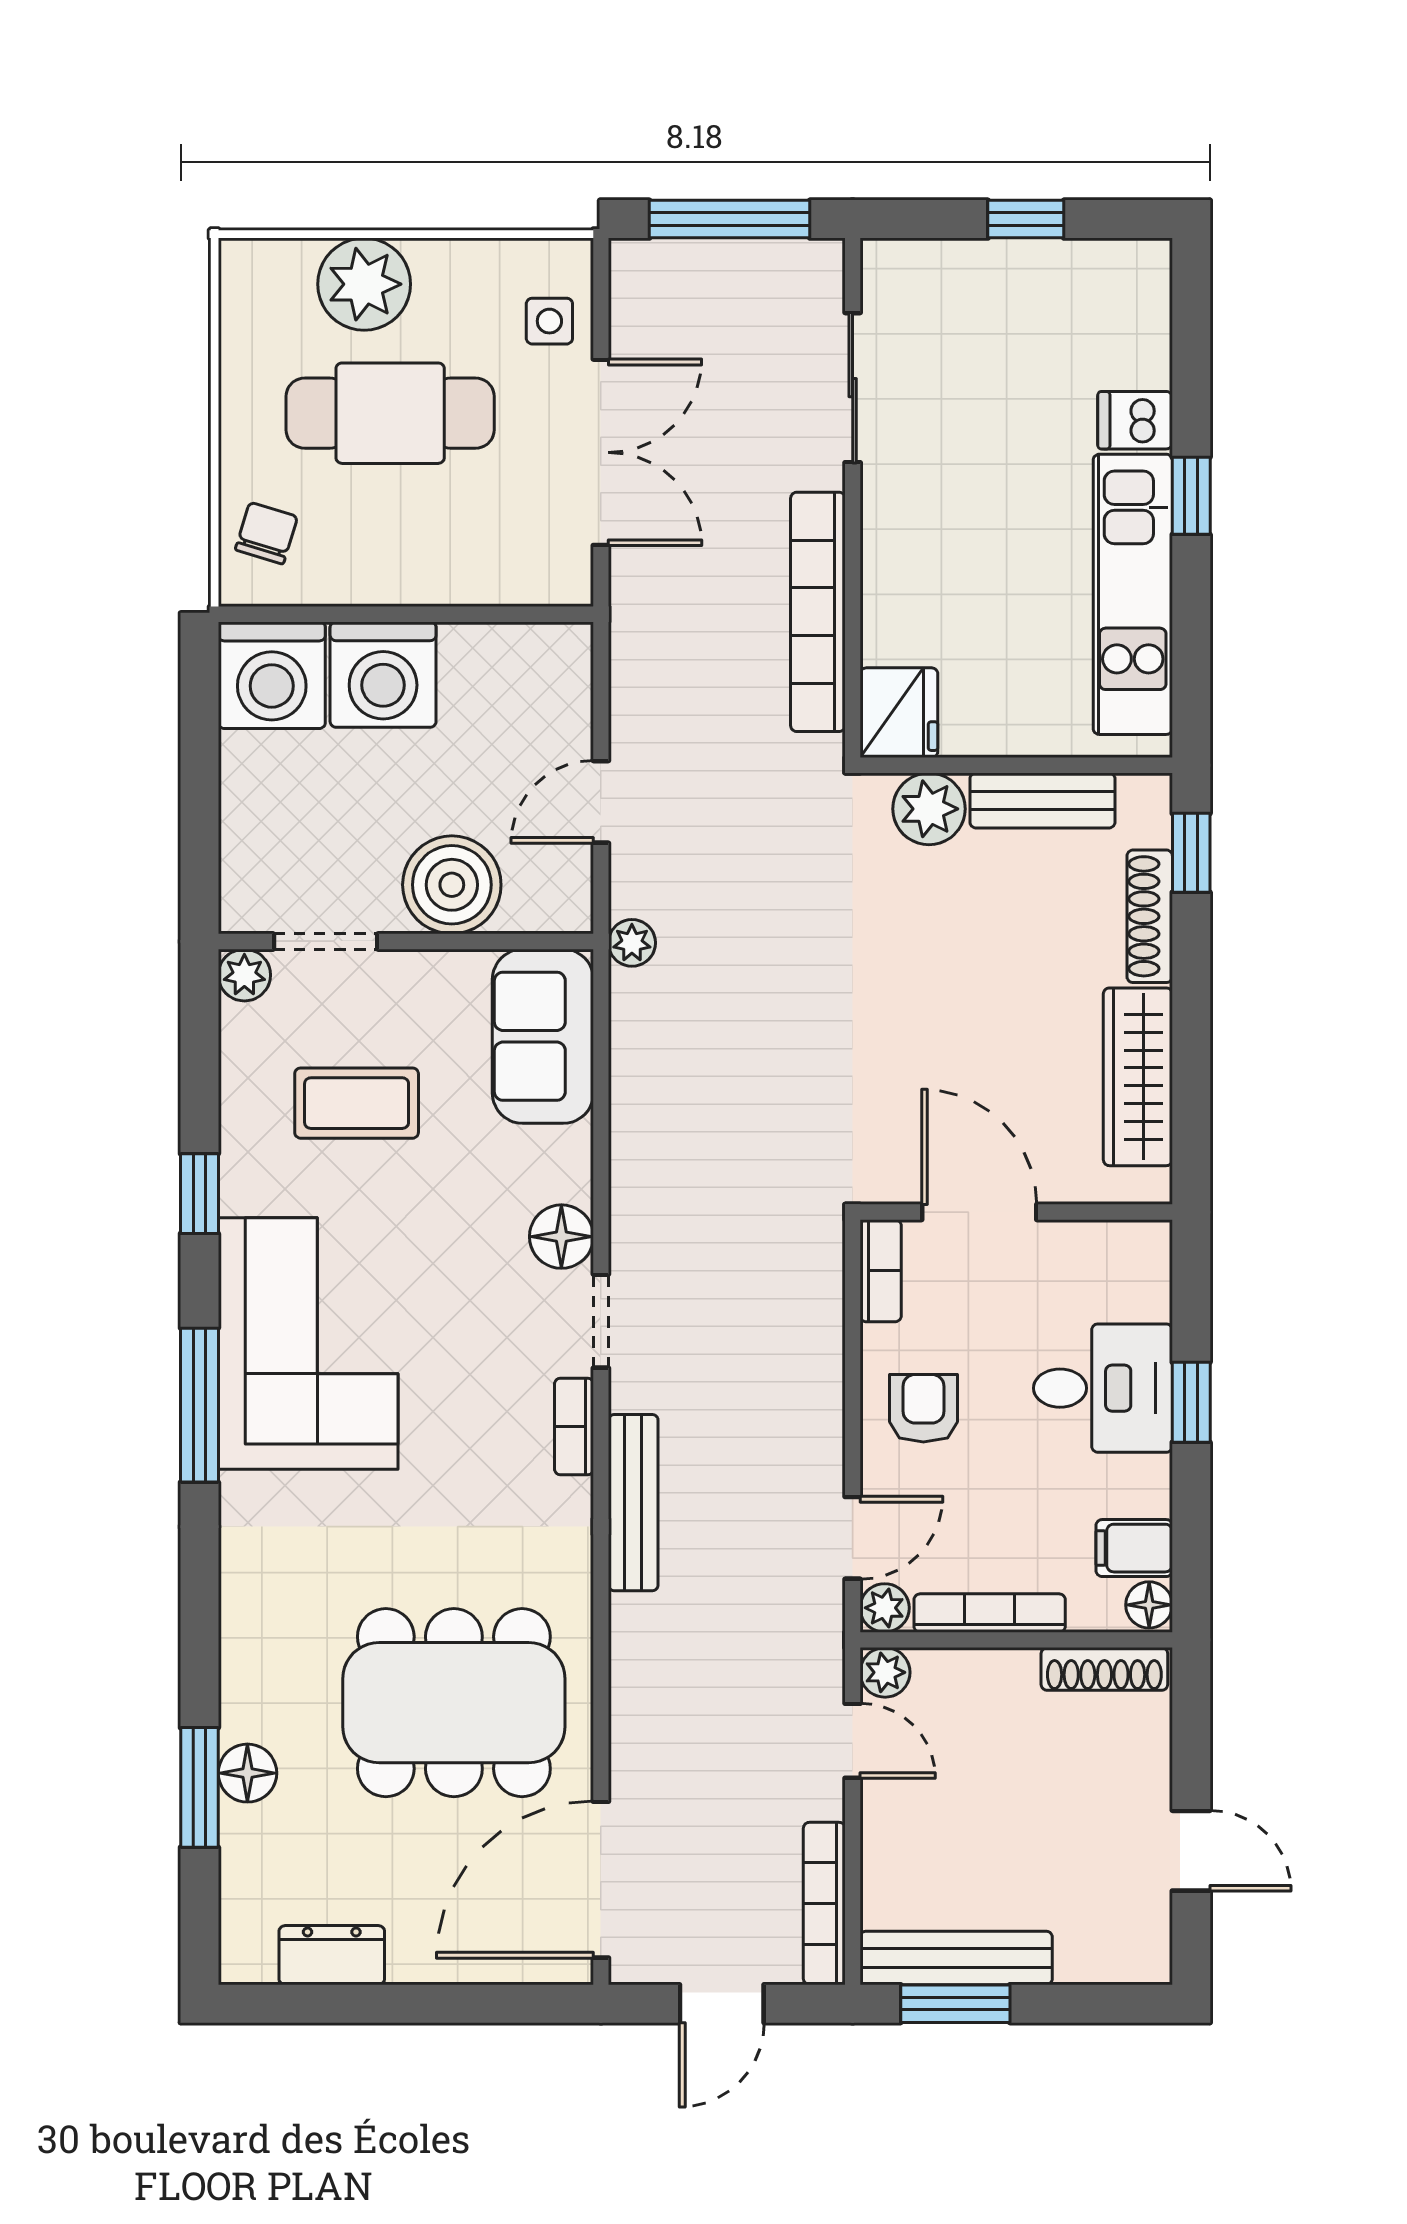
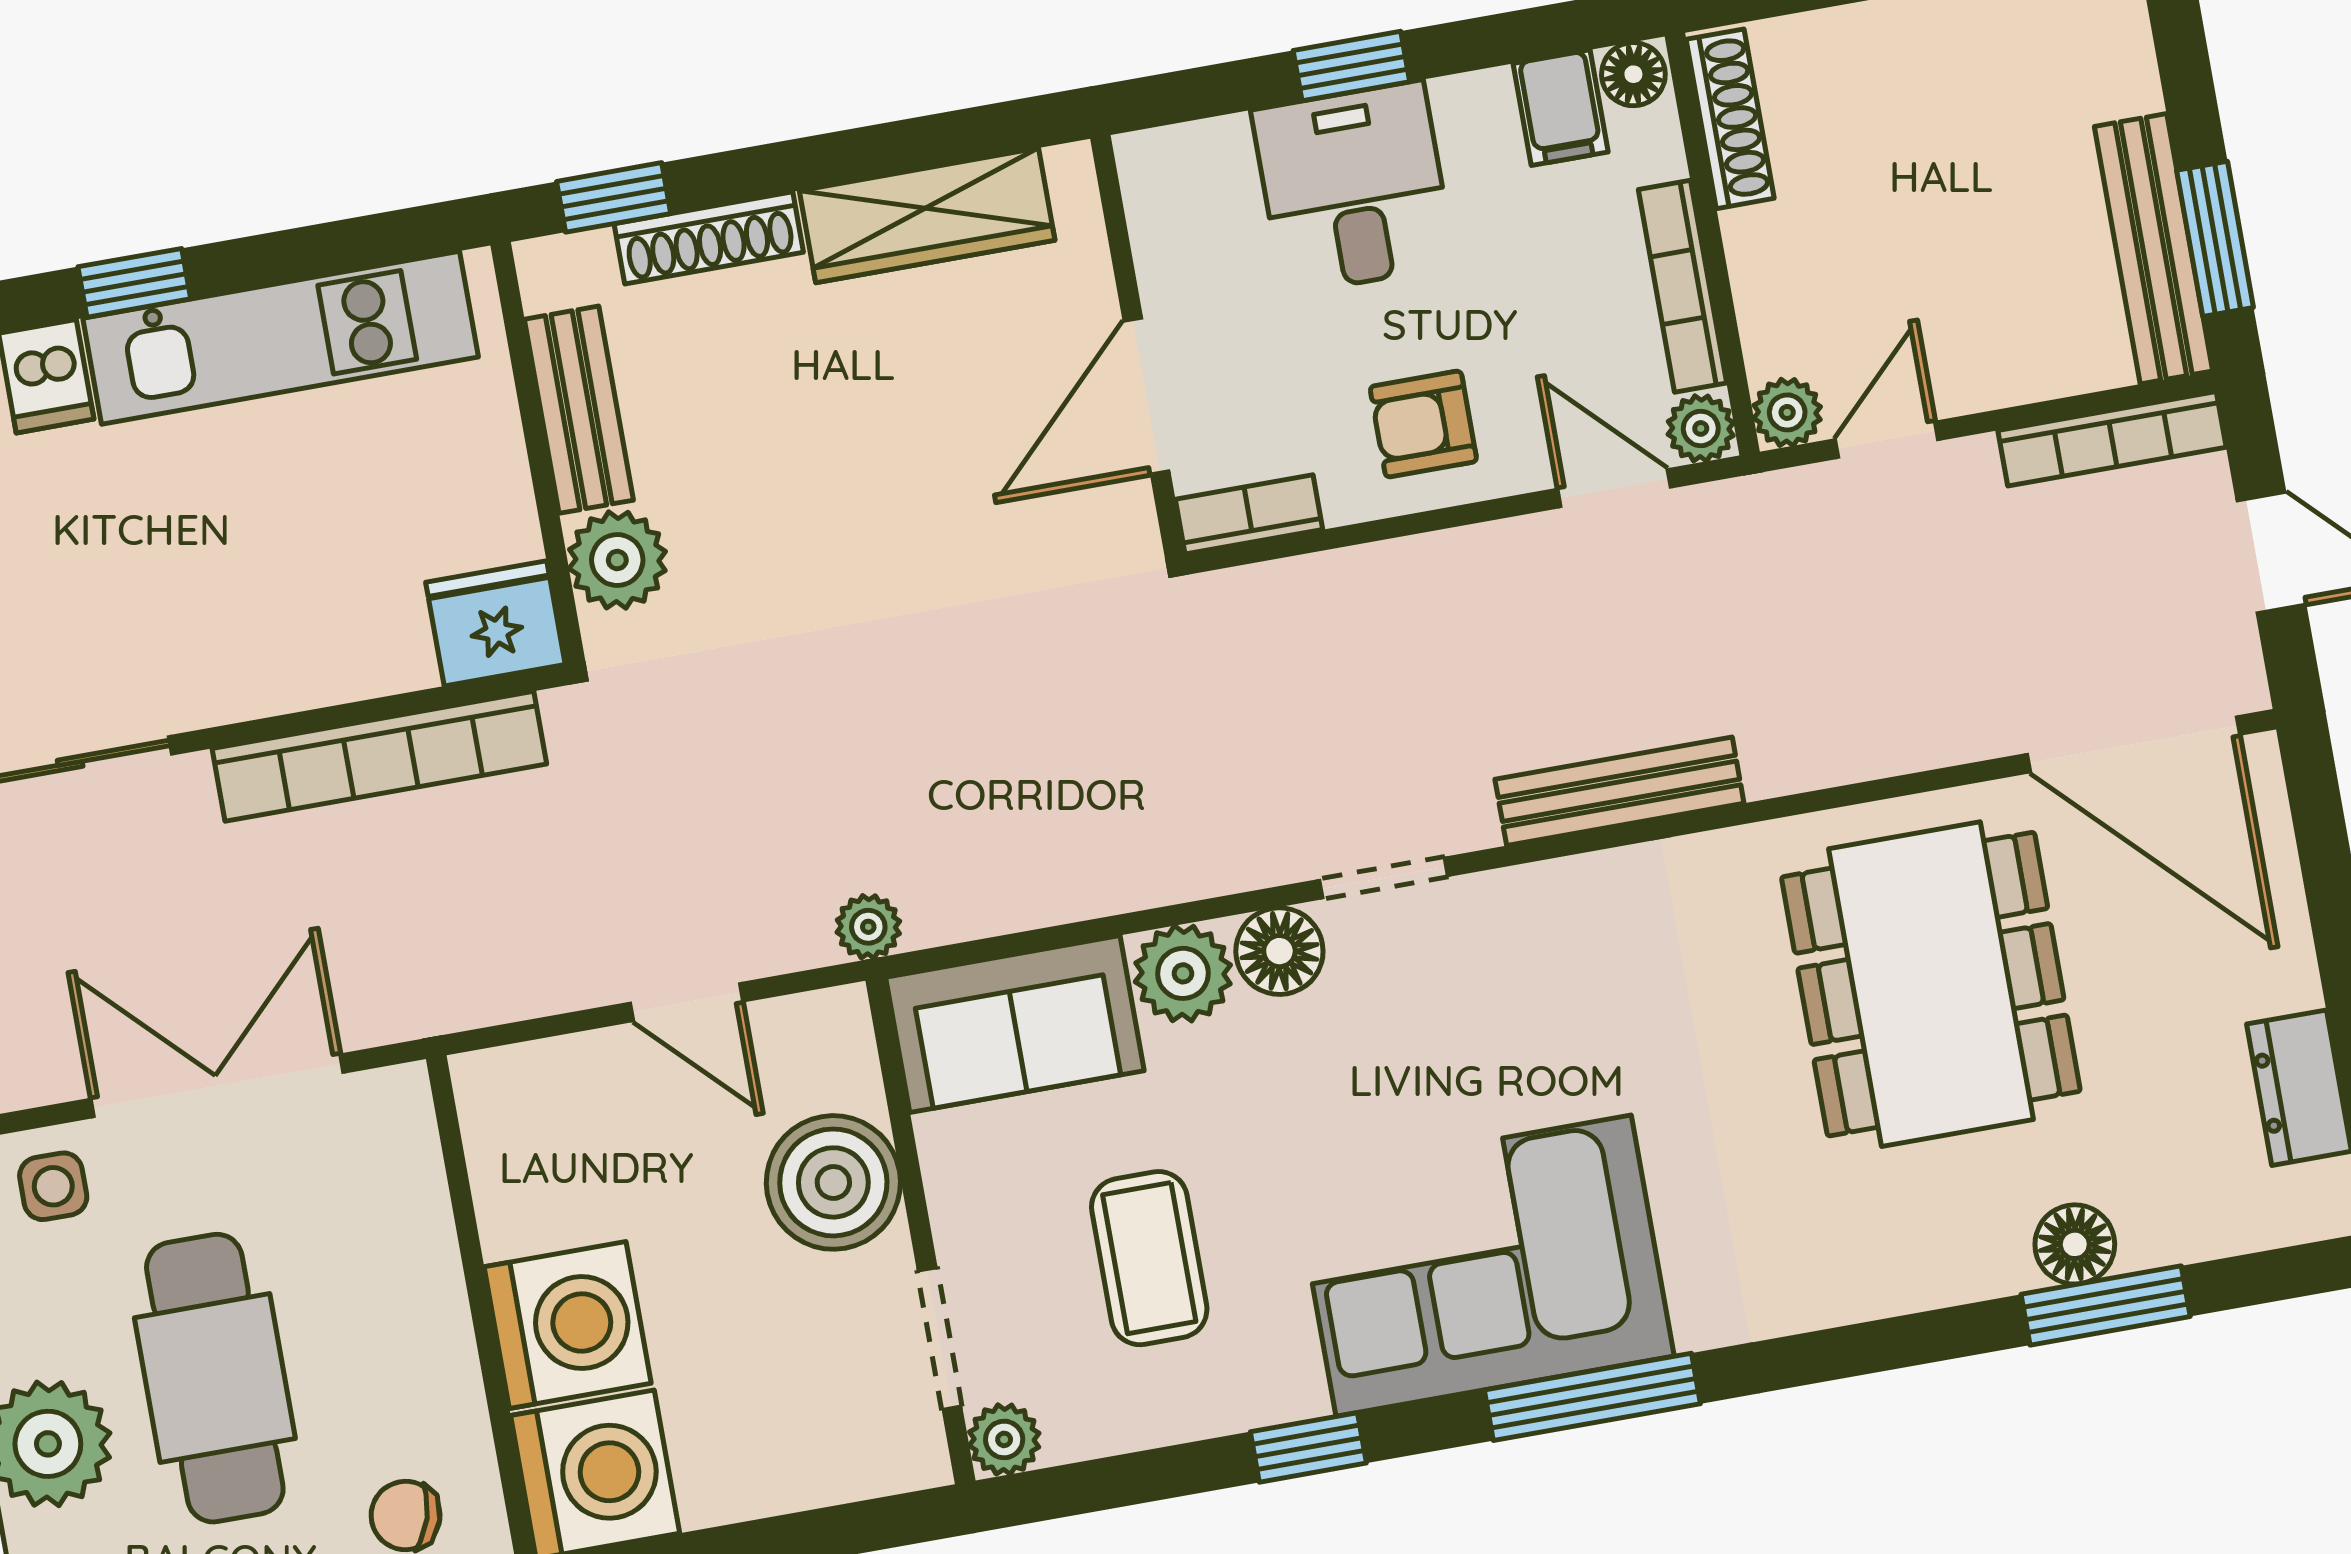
plant: (558, 1164) -> (1183, 973), added
bookcase: (574, 1426) -> (1531, 889), removed

